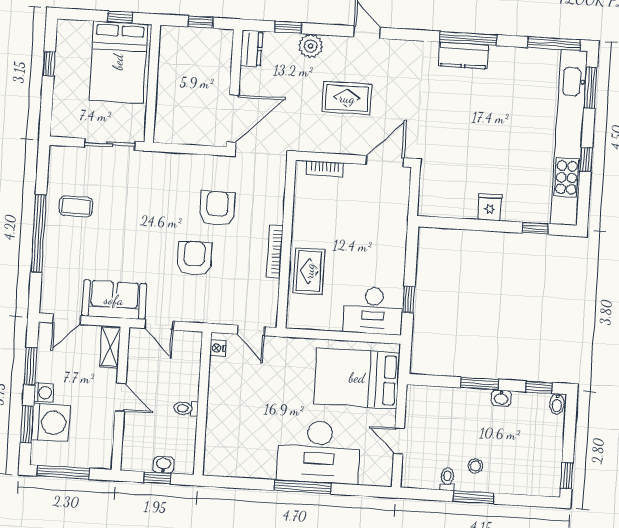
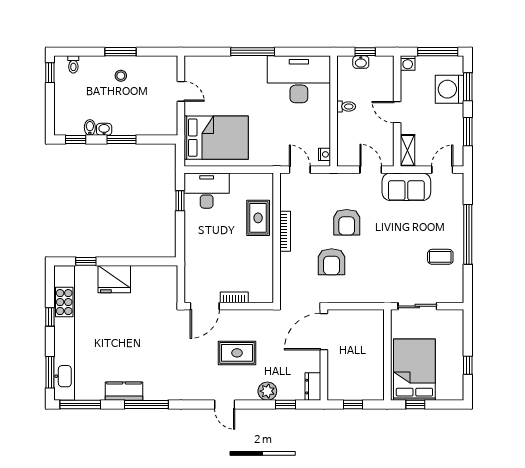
kitchen counter: (464, 55) -> (124, 391), moved
bookcase: (325, 169) -> (234, 297), moved
fridge: (490, 207) -> (114, 279), width x1.88, depth x1.34
washing machine: (44, 393) -> (408, 63), moved, turned -90
bidet: (557, 404) -> (90, 127), moved
desk: (319, 452) -> (299, 79), moved
toilet: (447, 479) -> (73, 64), moved

